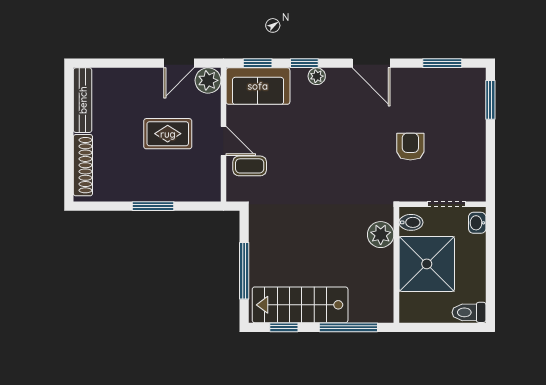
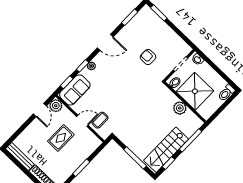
plant: (381, 235) -> (180, 108), moved

